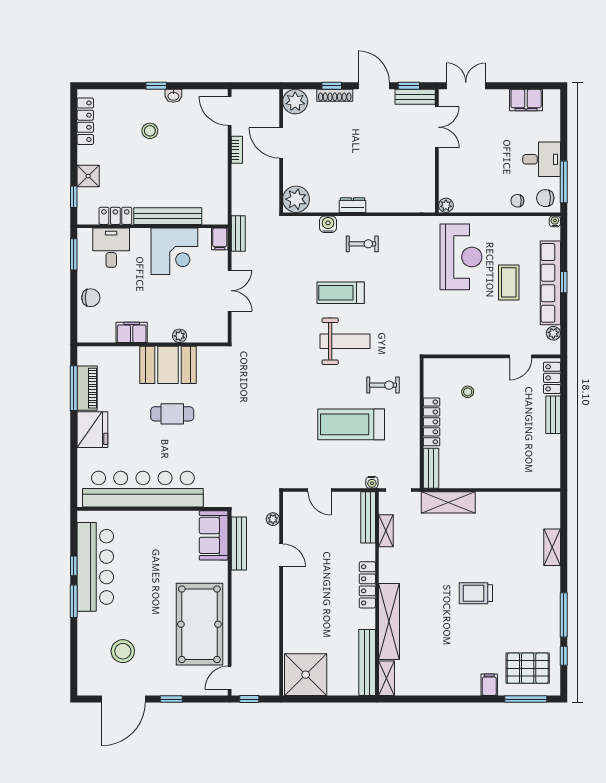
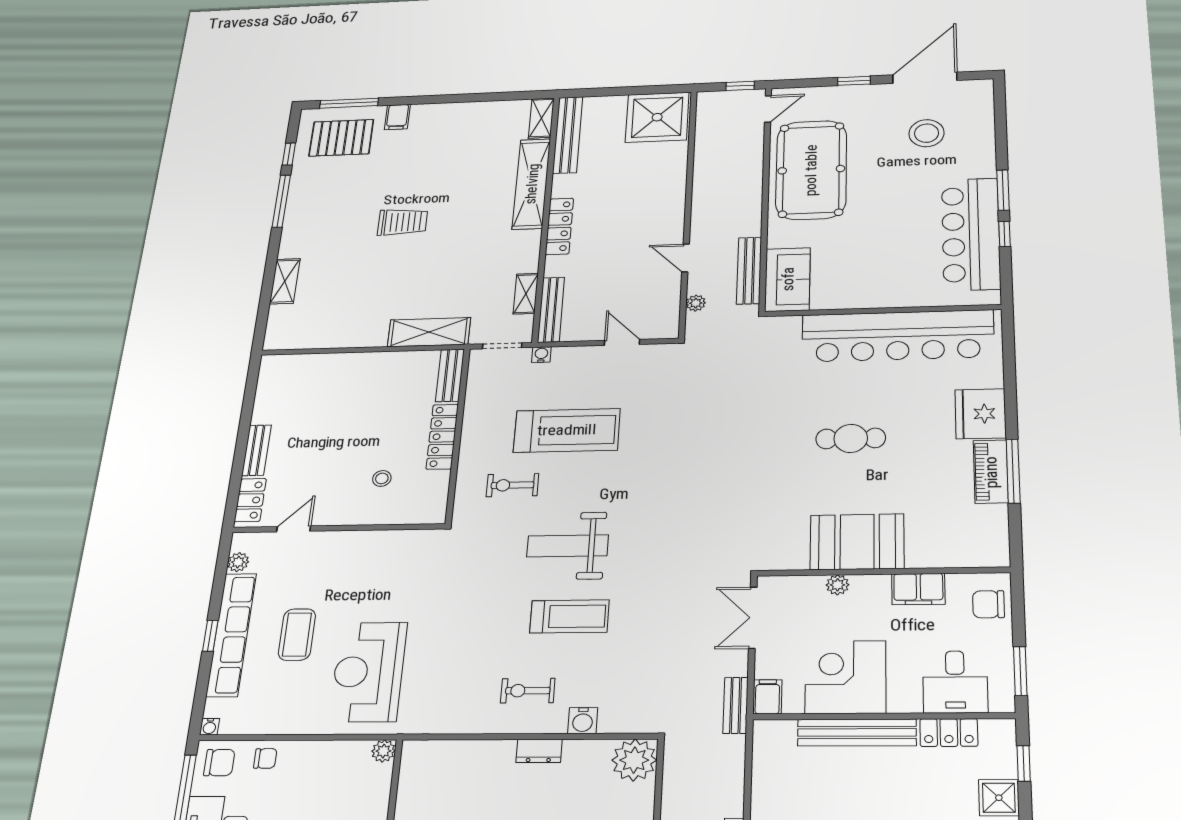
filing cabinet: (132, 332) -> (918, 589), moved
plant: (179, 336) -> (838, 585), moved
wall: (153, 344) -> (883, 571), moved
booth: (168, 365) -> (857, 542), moved

